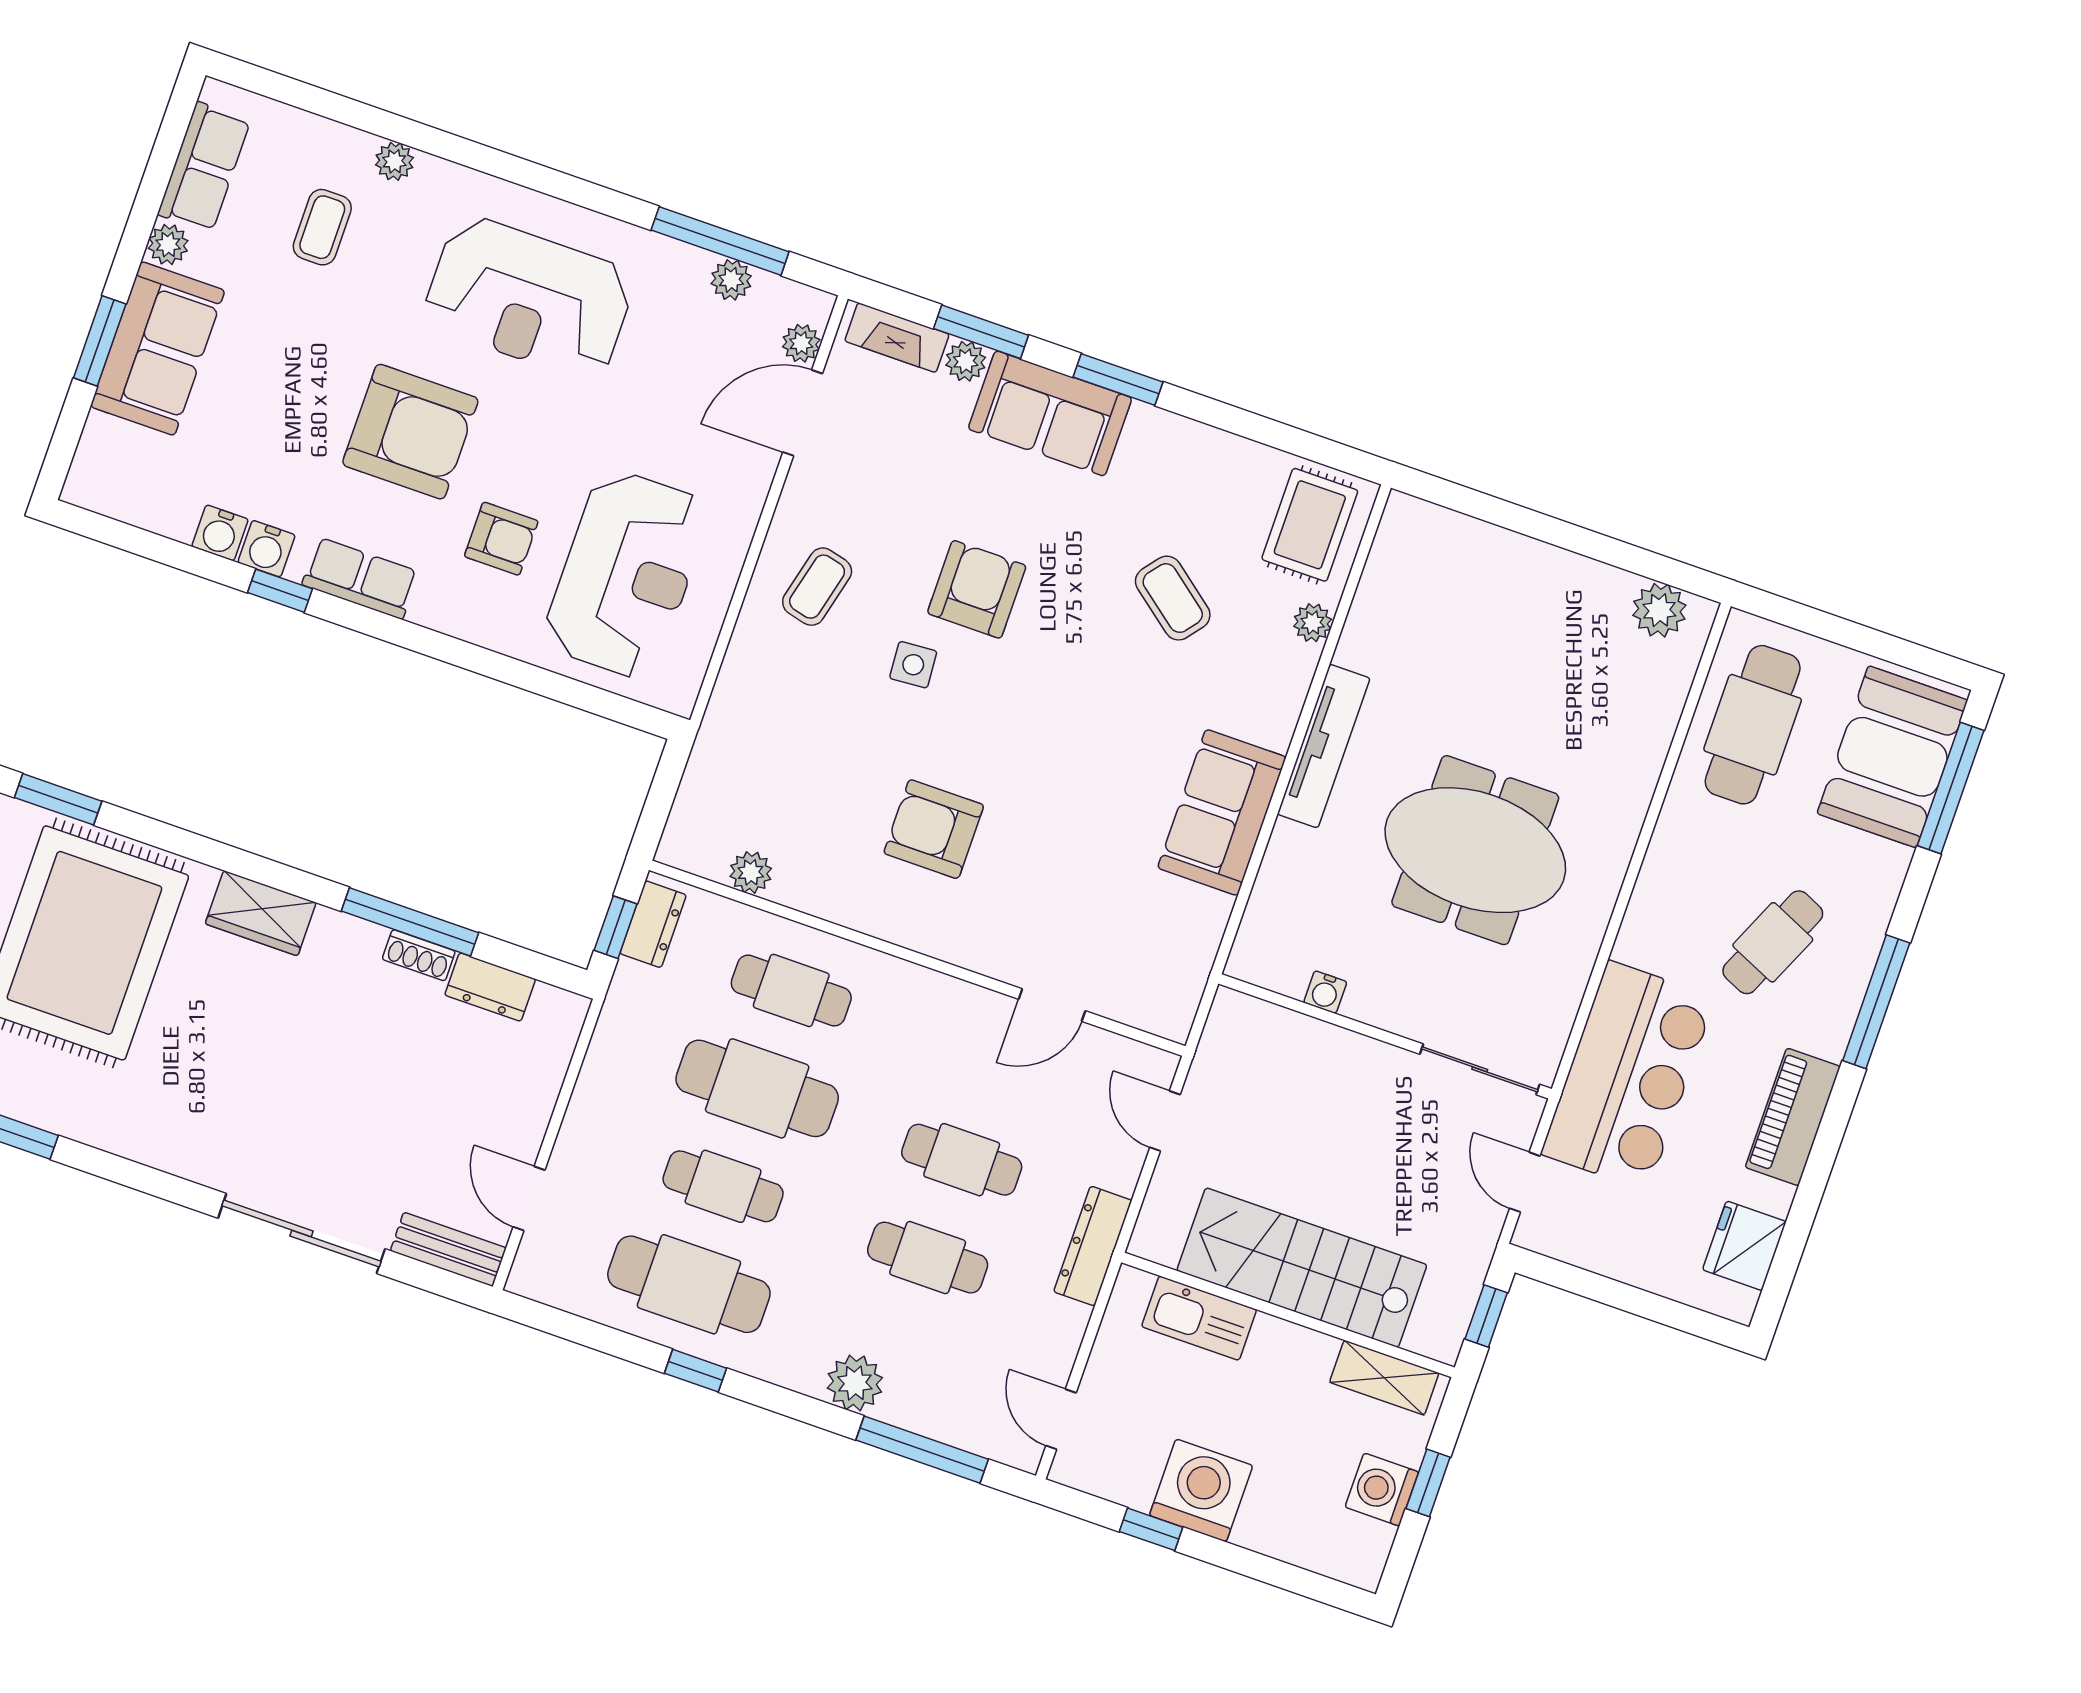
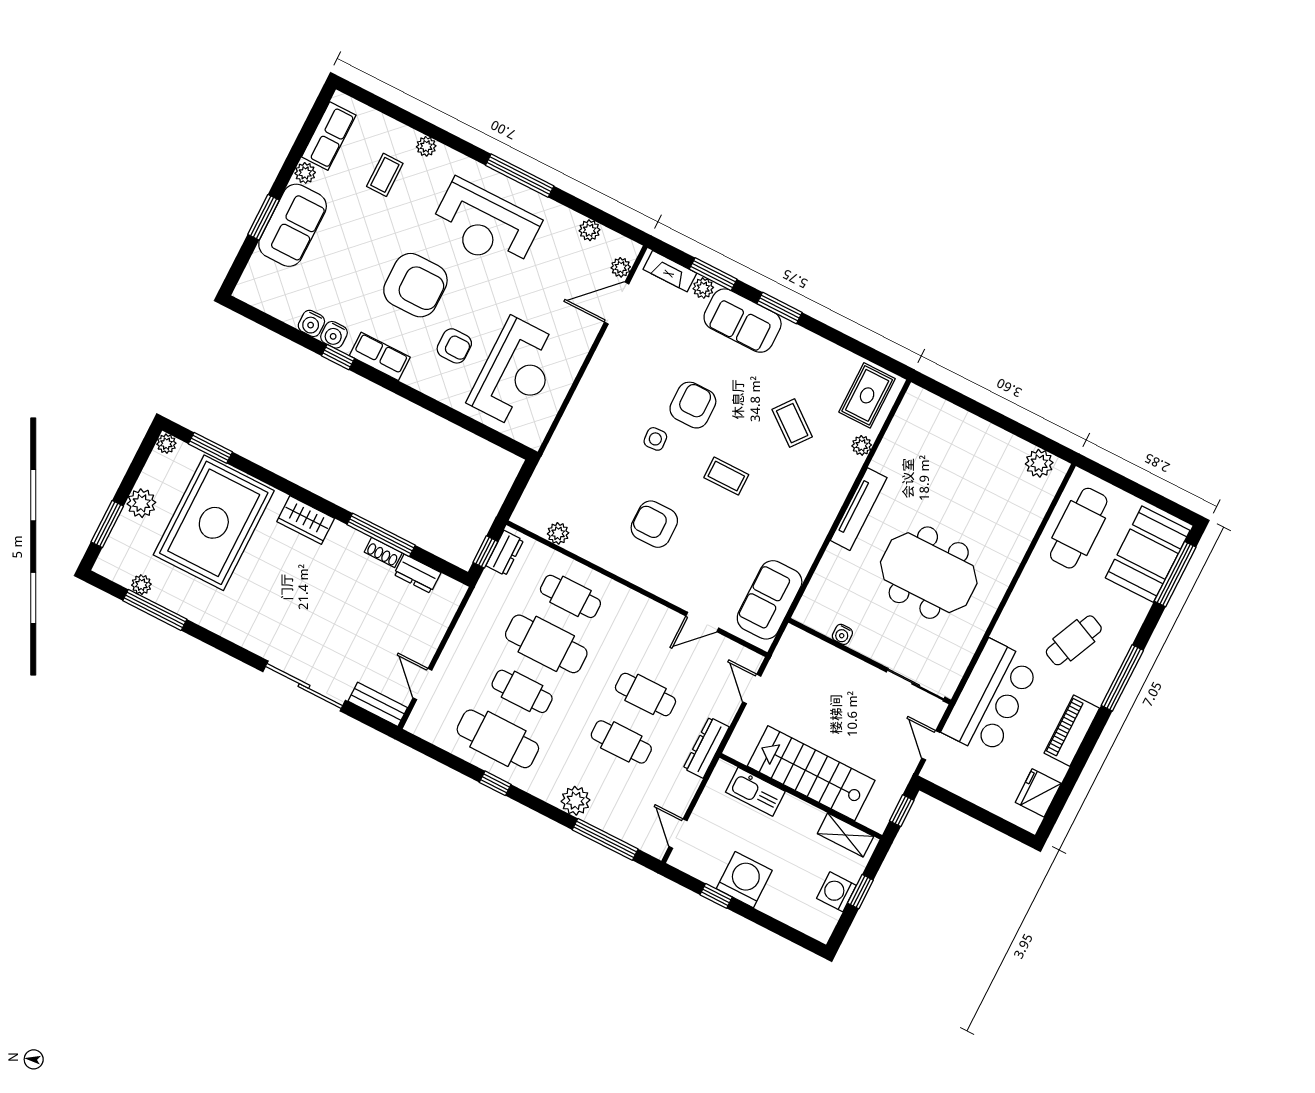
window: (720, 241) -> (520, 176), moved
coffee table: (817, 587) -> (726, 476), moved, turned 76
sofa: (1222, 812) -> (770, 600), moved

